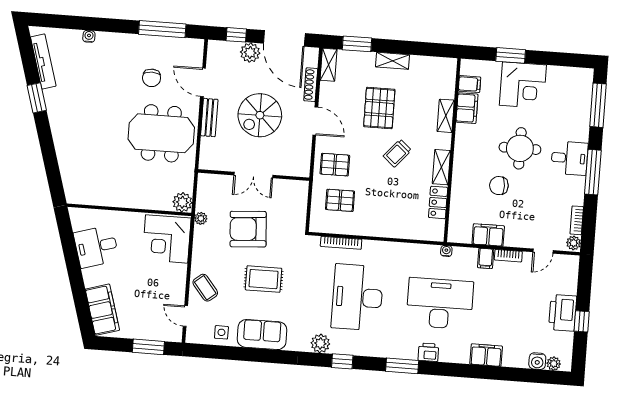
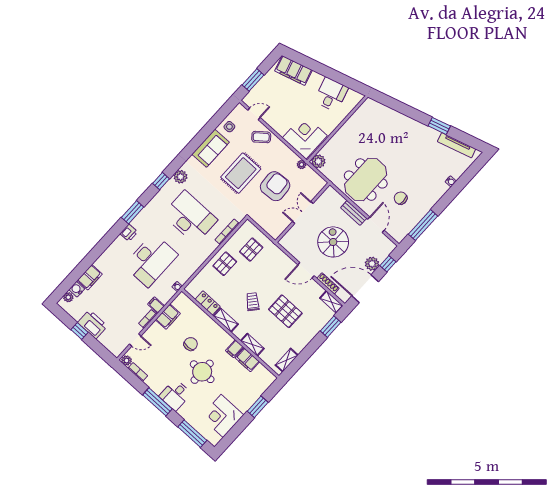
shelving: (393, 61) -> (287, 360), moved
door: (203, 82) -> (376, 225), hinge flipped
filing cabinet: (469, 84) -> (234, 349), moved
corner desk: (523, 85) -> (222, 416), moved
pallet: (335, 165) -> (225, 264), moved
door: (543, 251) -> (135, 340), swing flipped
rug: (264, 279) -> (241, 173), width x1.36, depth x1.43
filing cabinet: (486, 355) -> (90, 277), moved

